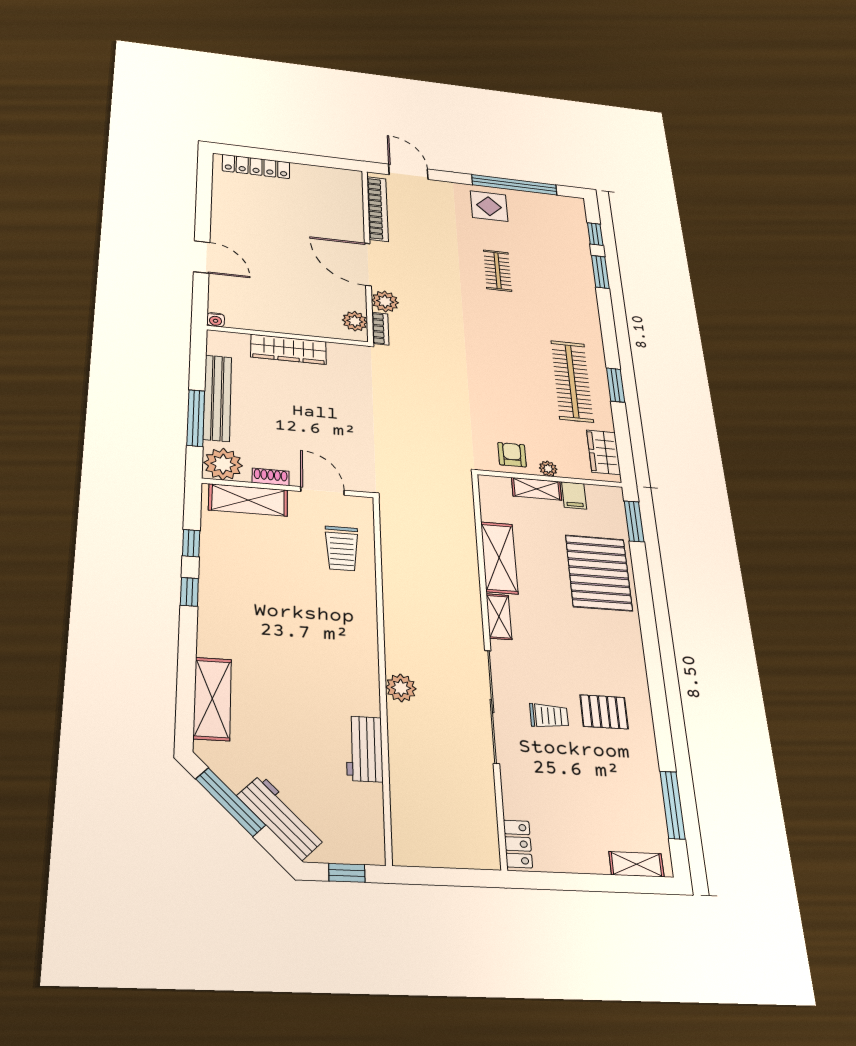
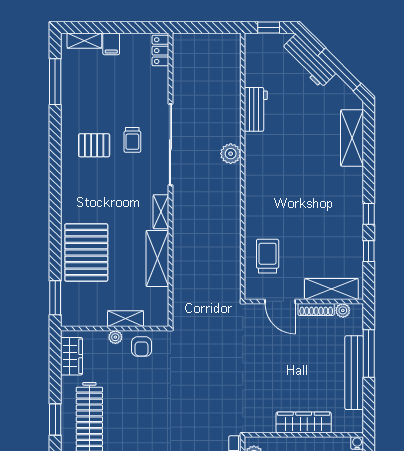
plant: (223, 464) -> (343, 310), width x0.53, depth x0.53
shoe rack: (271, 477) -> (316, 309), width x1.43
filing cabinet: (574, 495) -> (111, 44), moved, turned 180
trolley: (549, 716) -> (132, 140), turned -90

